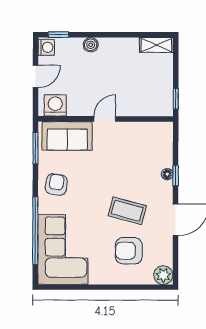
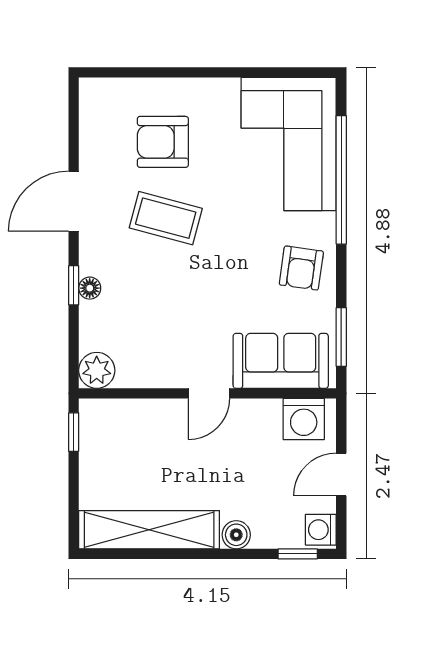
shelving: (156, 45) -> (149, 530), width x2.20, depth x1.33
armchair: (129, 251) -> (163, 142), turned 180
plant: (163, 275) -> (97, 370), moved

